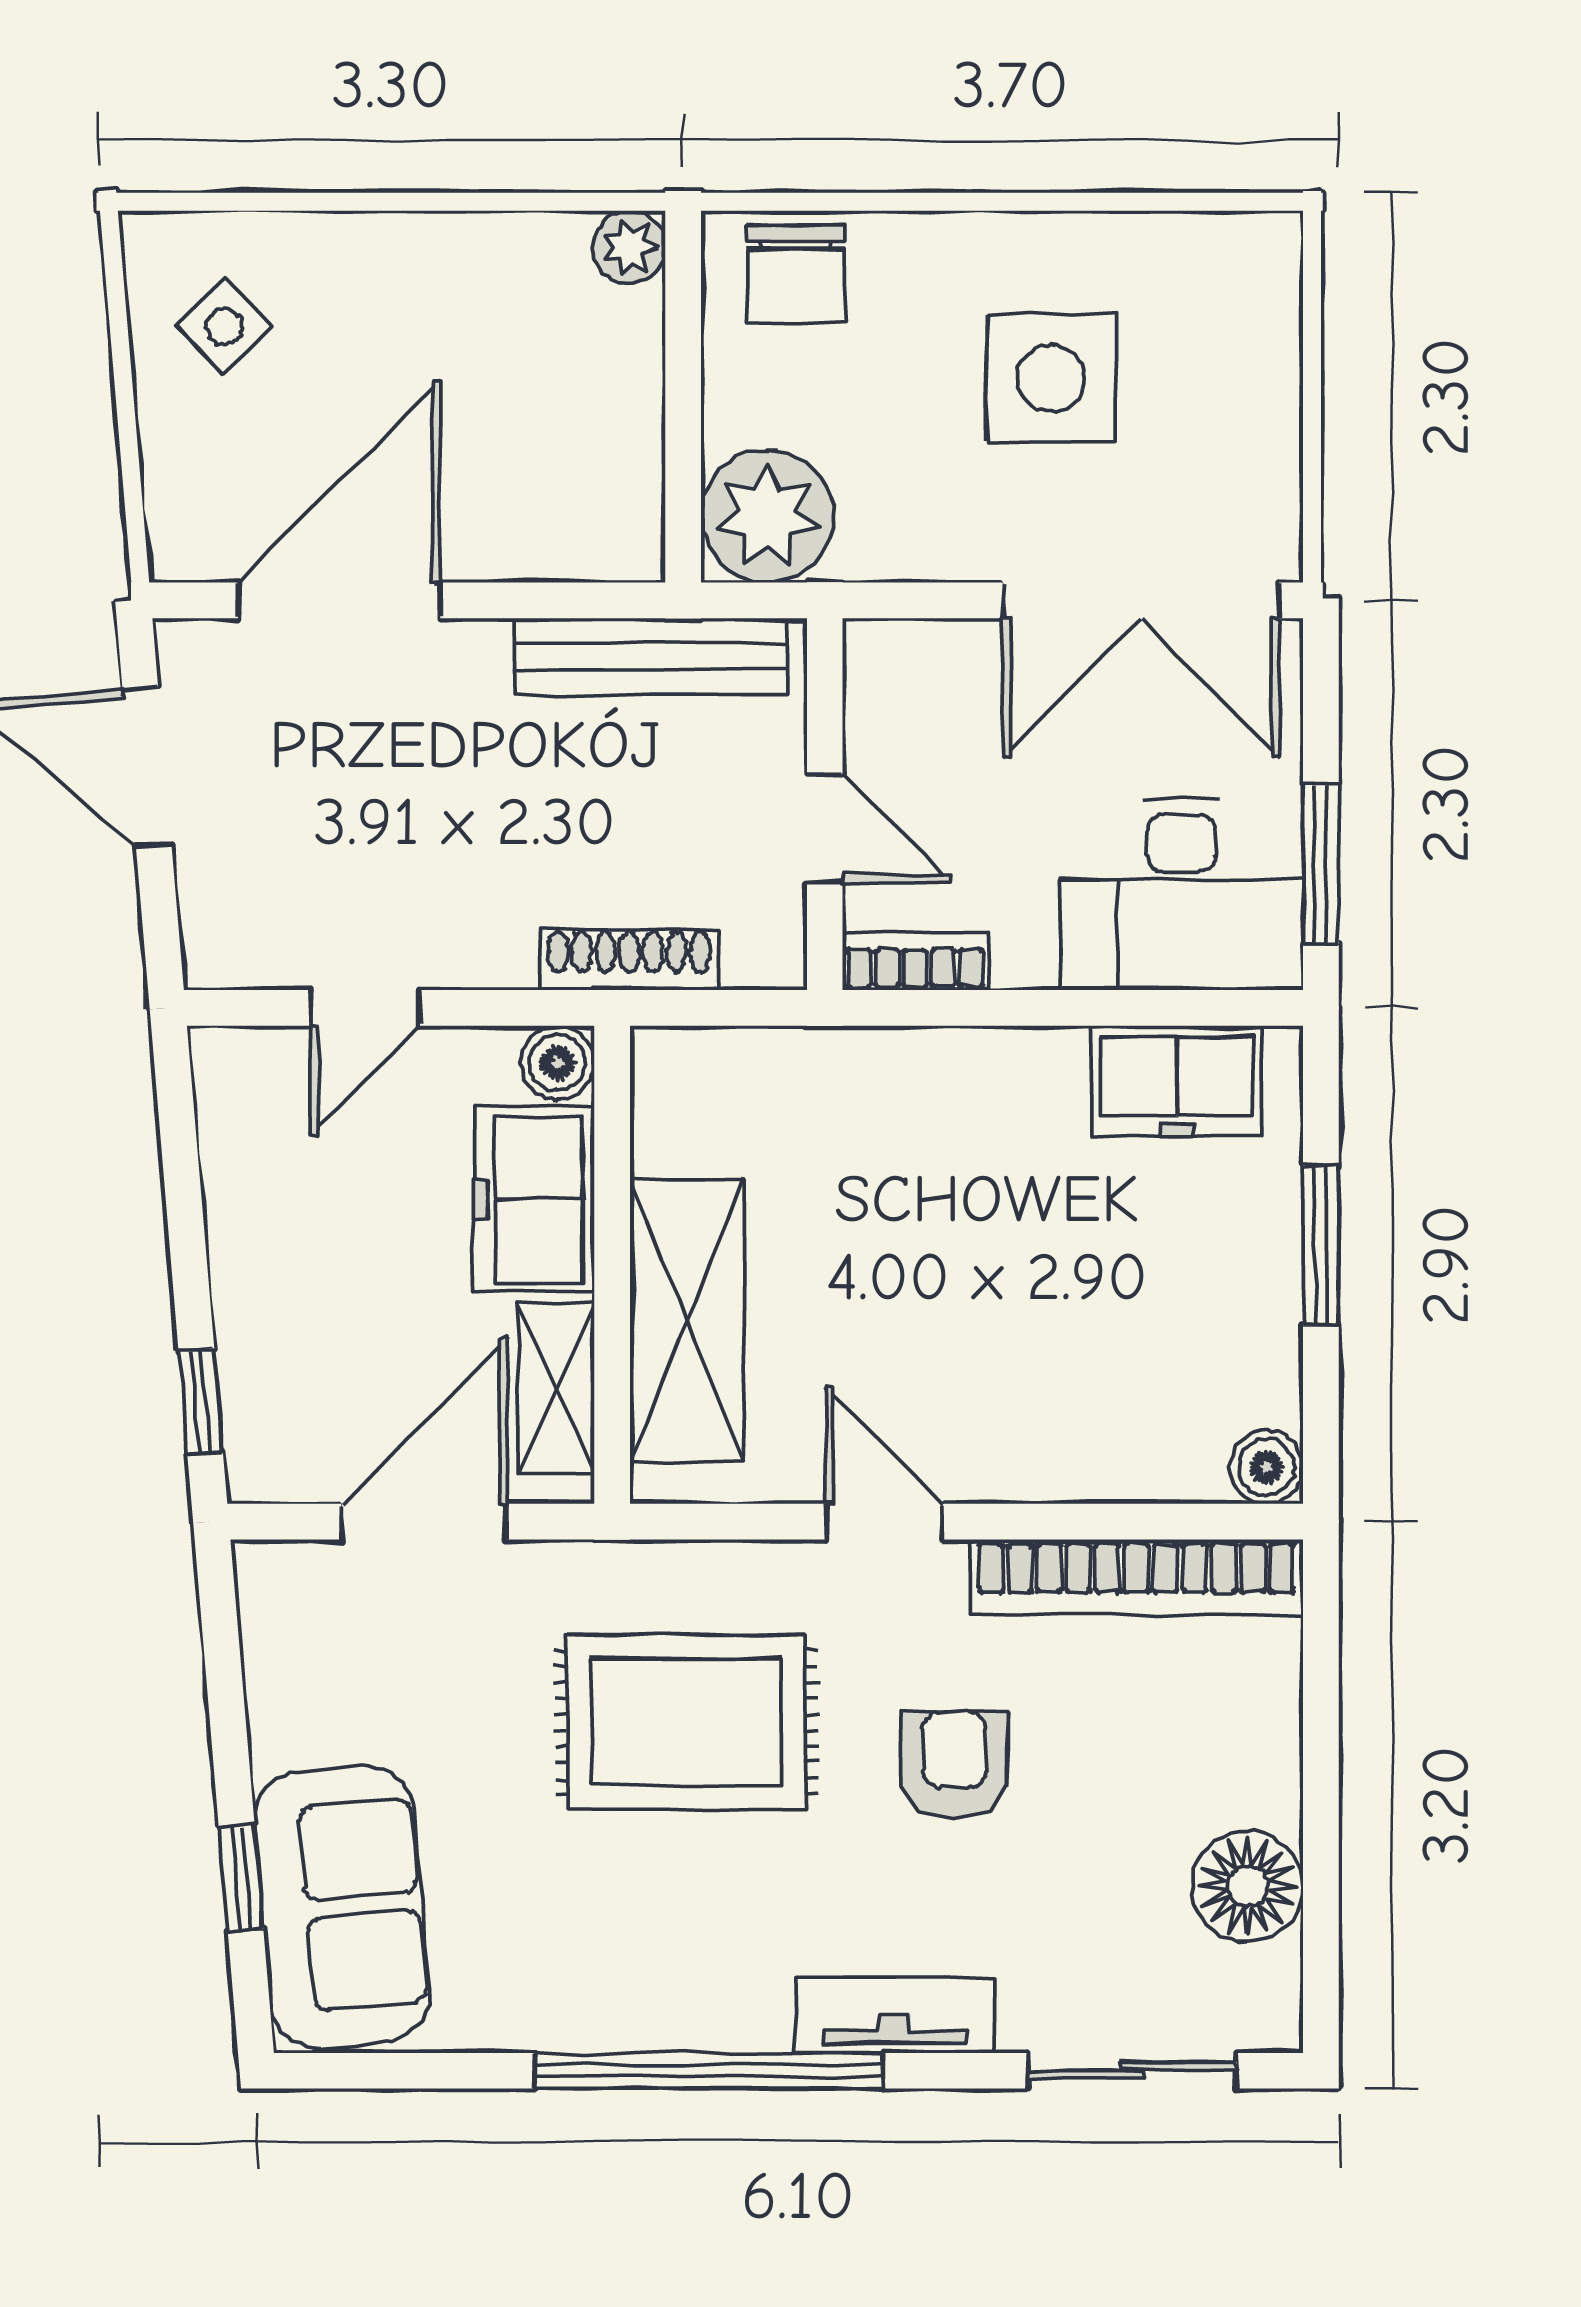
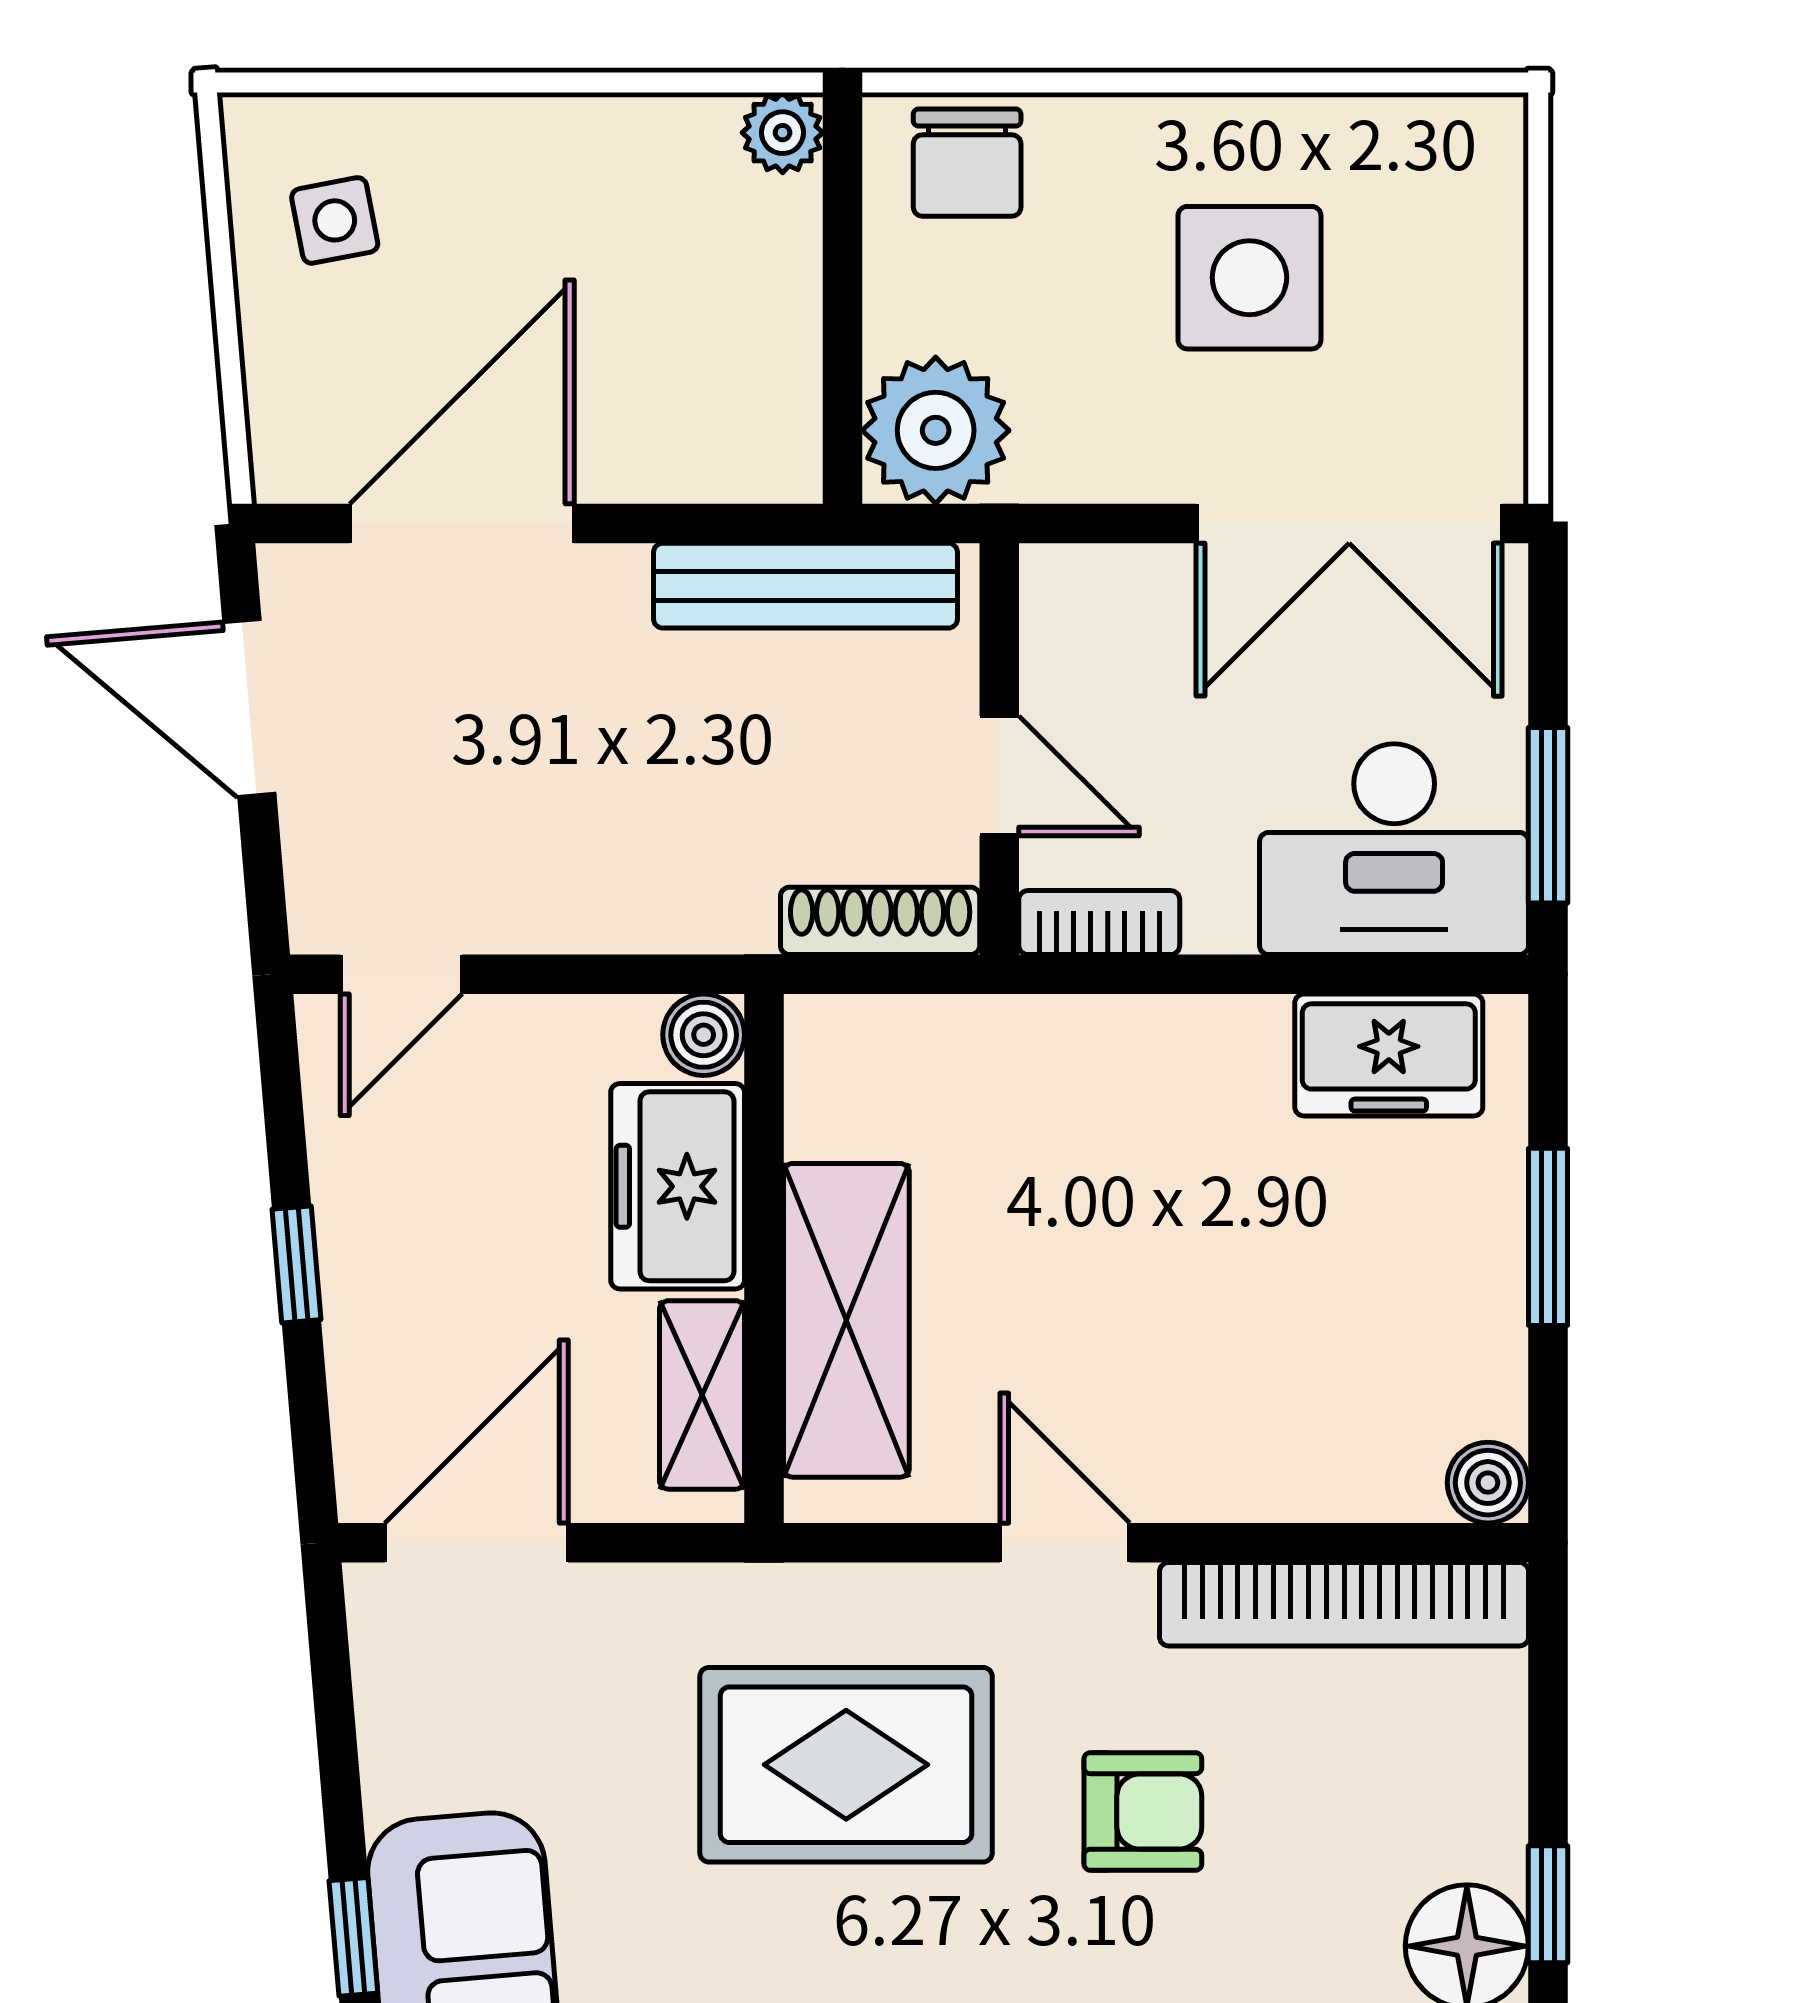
side table: (224, 327) -> (335, 220), turned 32
shoe rack: (629, 960) -> (880, 921), moved
door: (365, 1008) -> (401, 974), moved
window: (201, 1401) -> (296, 1264), moved
door: (424, 1522) -> (477, 1543), moved
armchair: (955, 1764) -> (1143, 1811), turned 90
window: (1321, 1848) -> (1548, 1904), added

